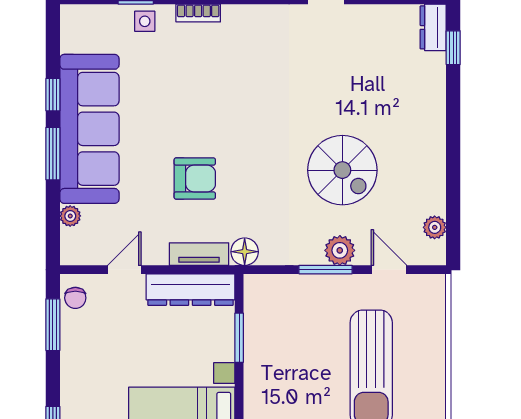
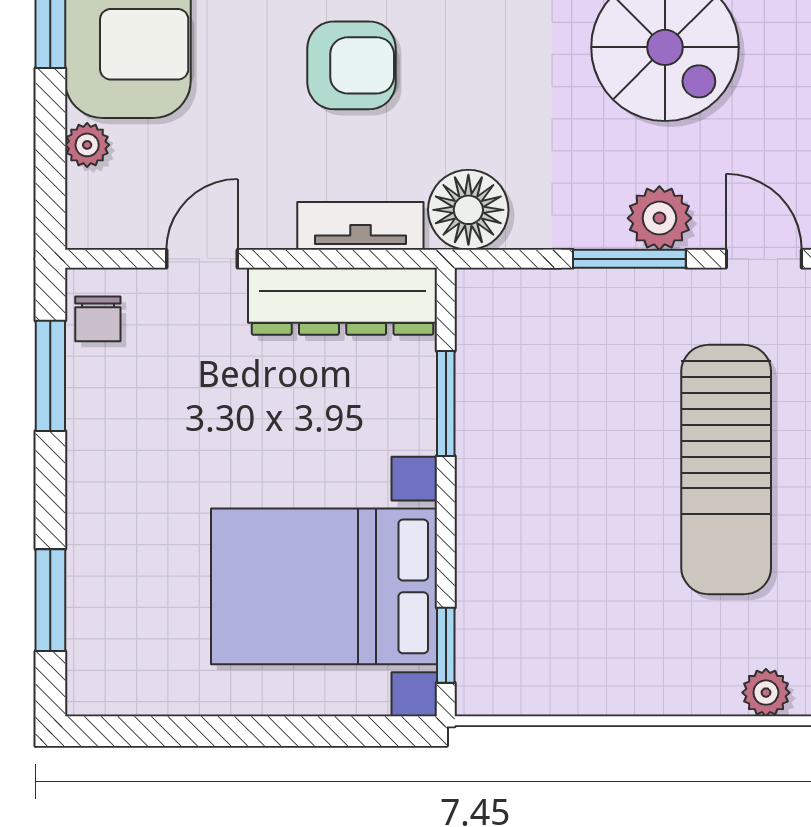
floor lamp: (245, 252) -> (468, 210), width x1.38, depth x1.38

